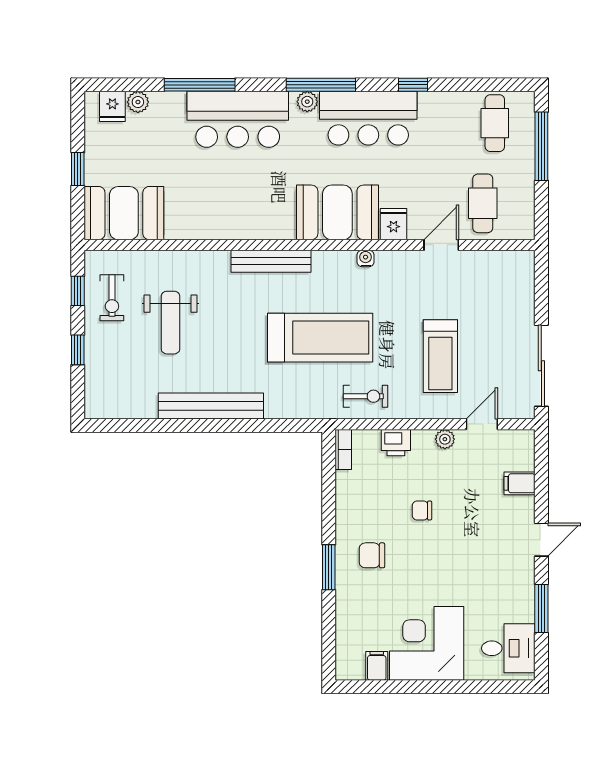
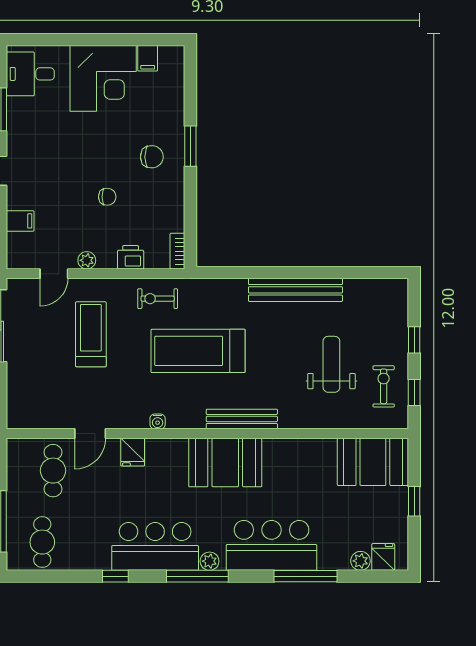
booth: (337, 212) -> (225, 462), moved

